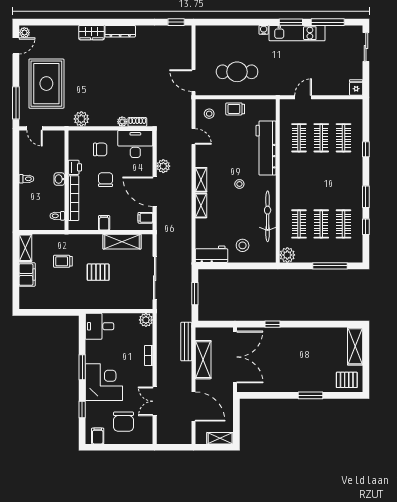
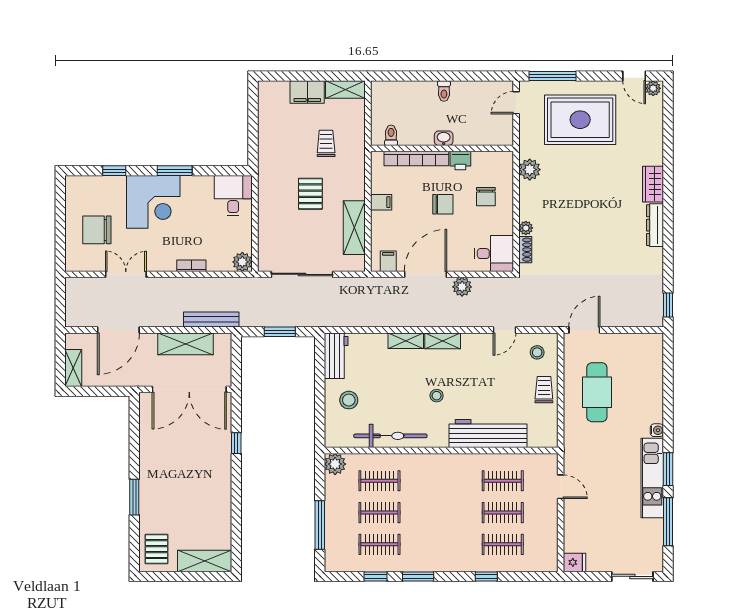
desk: (135, 144) -> (494, 254), width x0.73
filing cabinet: (98, 436) -> (76, 193), removed

